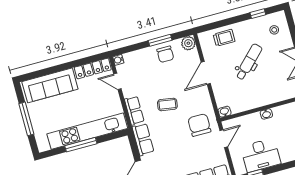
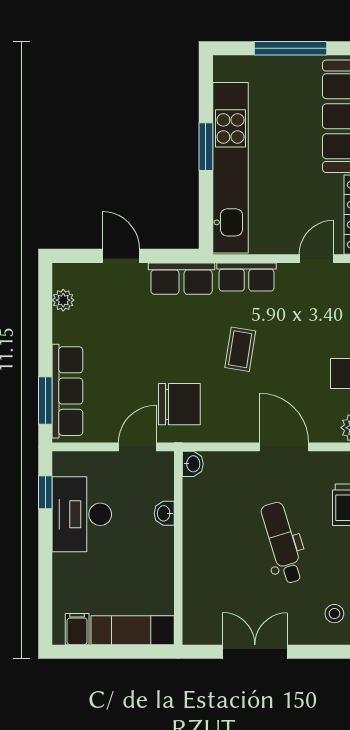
dental chair: (249, 62) -> (282, 543), turned -152
washbasin: (266, 114) -> (164, 513), moved
door: (224, 139) -> (137, 447), swing flipped
window: (81, 145) -> (206, 147), width x0.69

